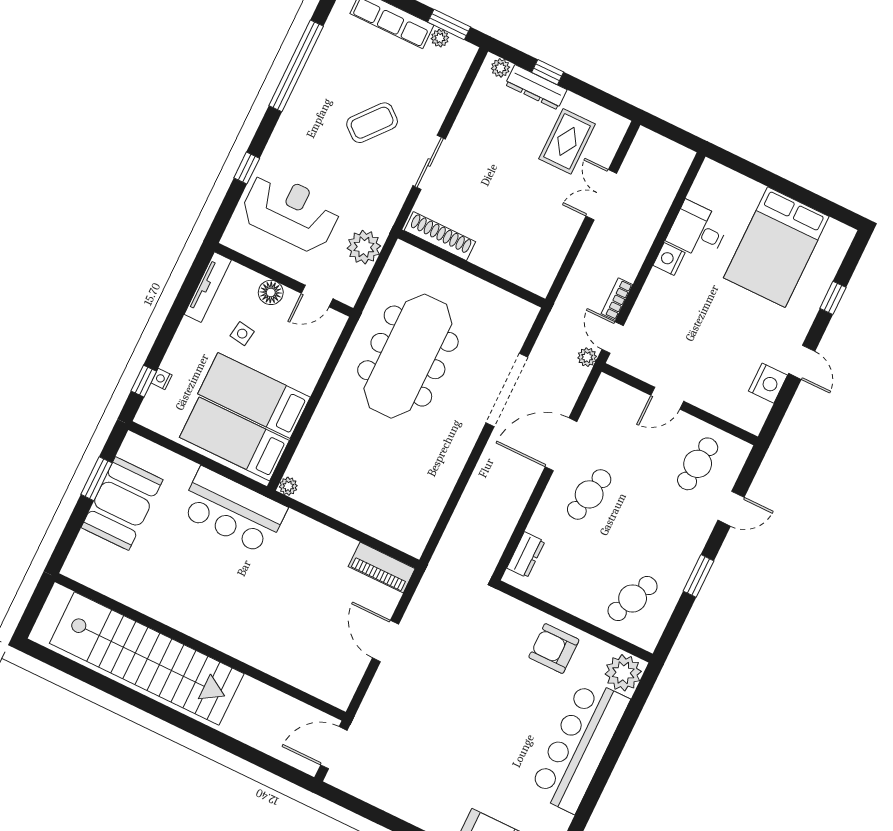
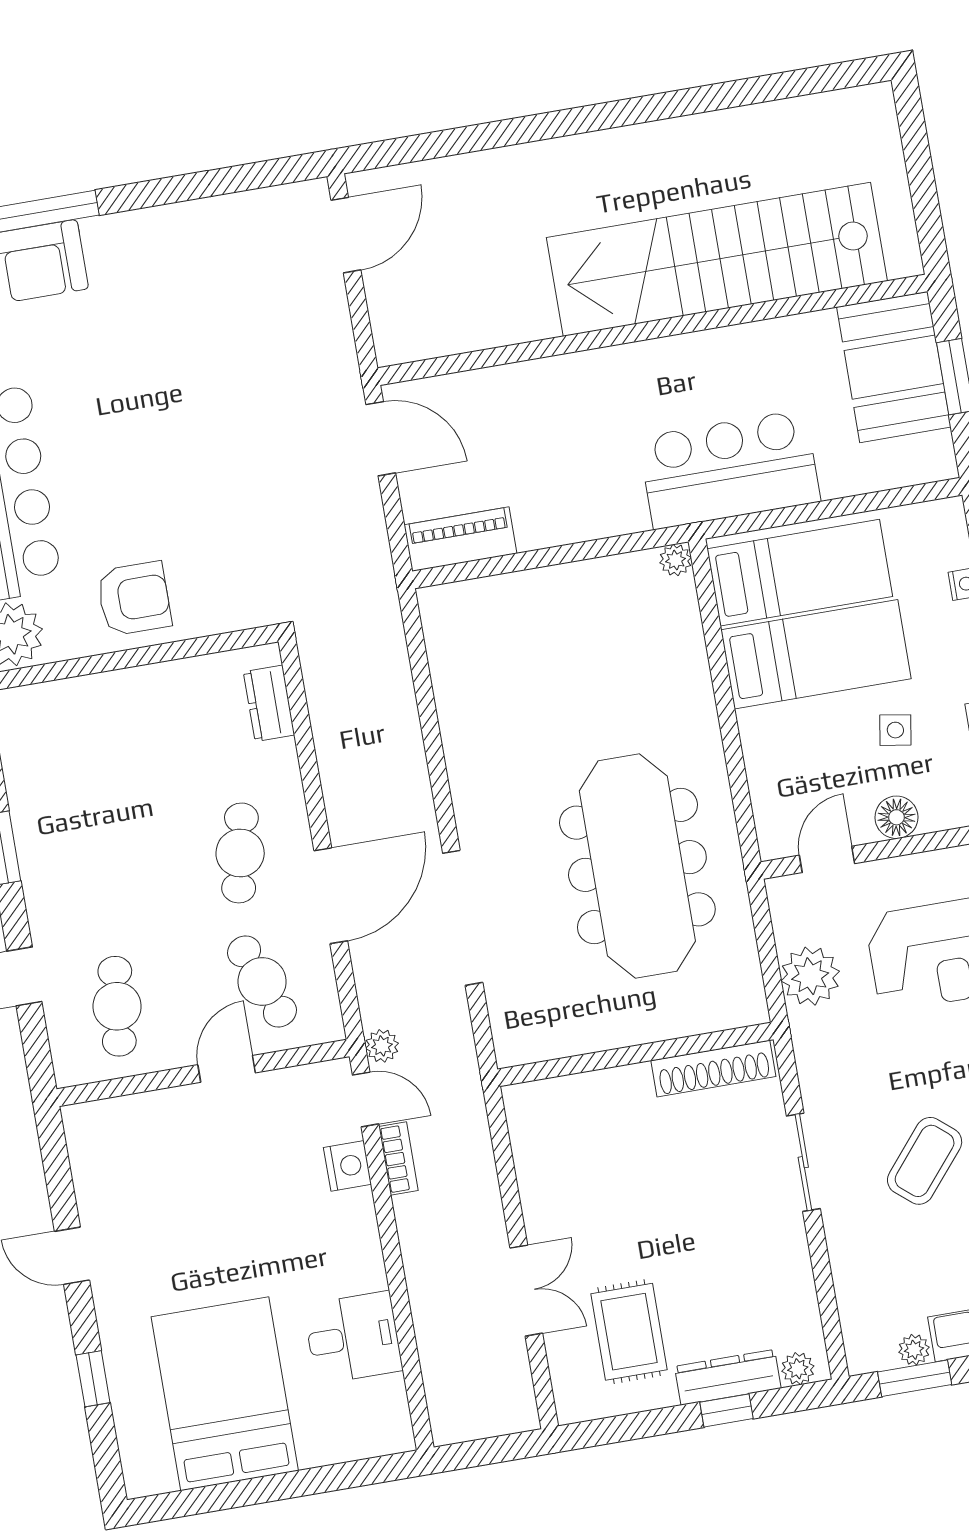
nightstand: (669, 259) -> (348, 1166), moved
nightstand: (768, 383) -> (99, 1192), removed
cafe table: (633, 598) -> (262, 981), moved, turned -45
wall: (200, 647) -> (653, 330), moved
stairs: (147, 658) -> (717, 259), moved

